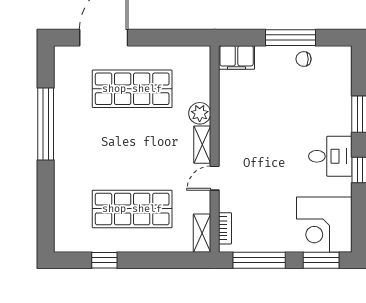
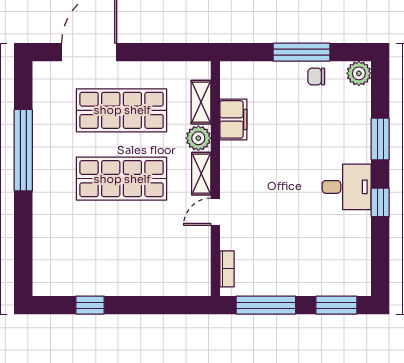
plant: (341, 56) -> (359, 73), added
filing cabinet: (237, 57) -> (233, 119), moved, turned -90
shop shelf: (132, 209) -> (122, 179), moved
corner desk: (324, 225) -> (340, 265), removed
shelving: (202, 233) -> (201, 102), moved

